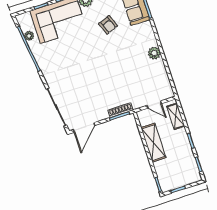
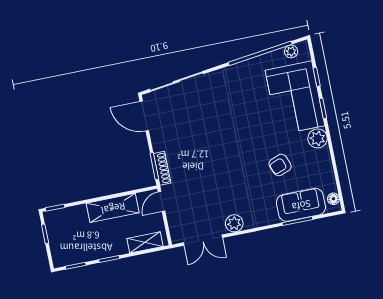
plant: (29, 36) -> (291, 51), moved
double door: (169, 74) -> (203, 240), added
door: (154, 105) -> (162, 201), moved

